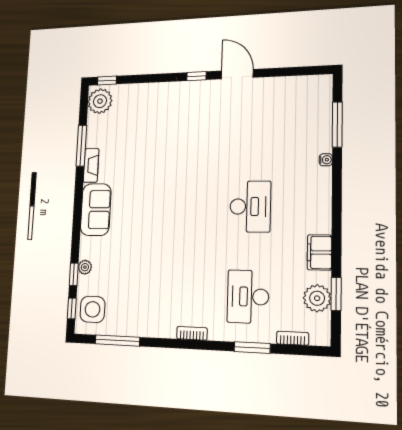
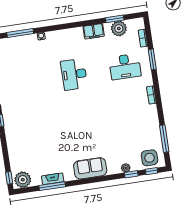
fireplace: (91, 165) -> (53, 179), moved
desk: (250, 207) -> (74, 74), turned -90

